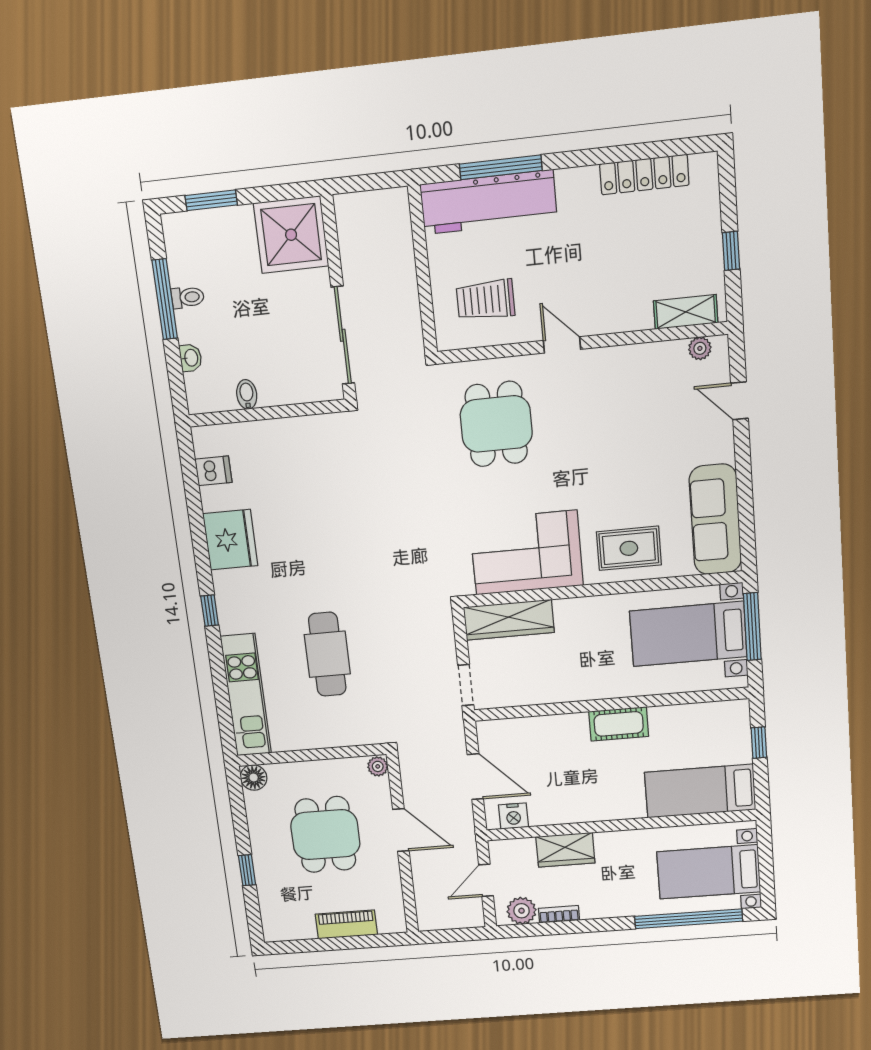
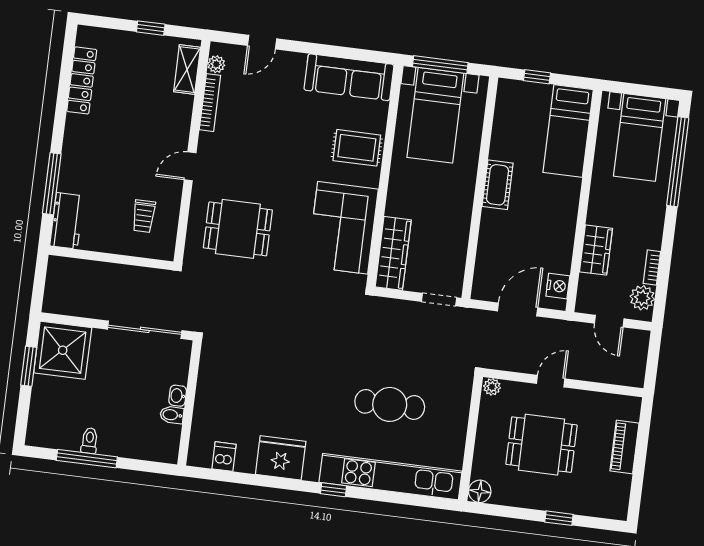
window: (211, 200) -> (29, 366), moved
workbench: (488, 202) -> (67, 221), width x0.53, depth x0.76
trolley: (486, 300) -> (144, 216), width x0.73, depth x0.72
bookcase: (649, 352) -> (210, 103), added
washbasin: (191, 358) -> (178, 396), moved, turned -90
rug: (629, 548) -> (357, 148), turned 90
kitchen unit: (246, 695) -> (390, 477), width x1.36
door: (401, 830) -> (551, 381), width x0.73

